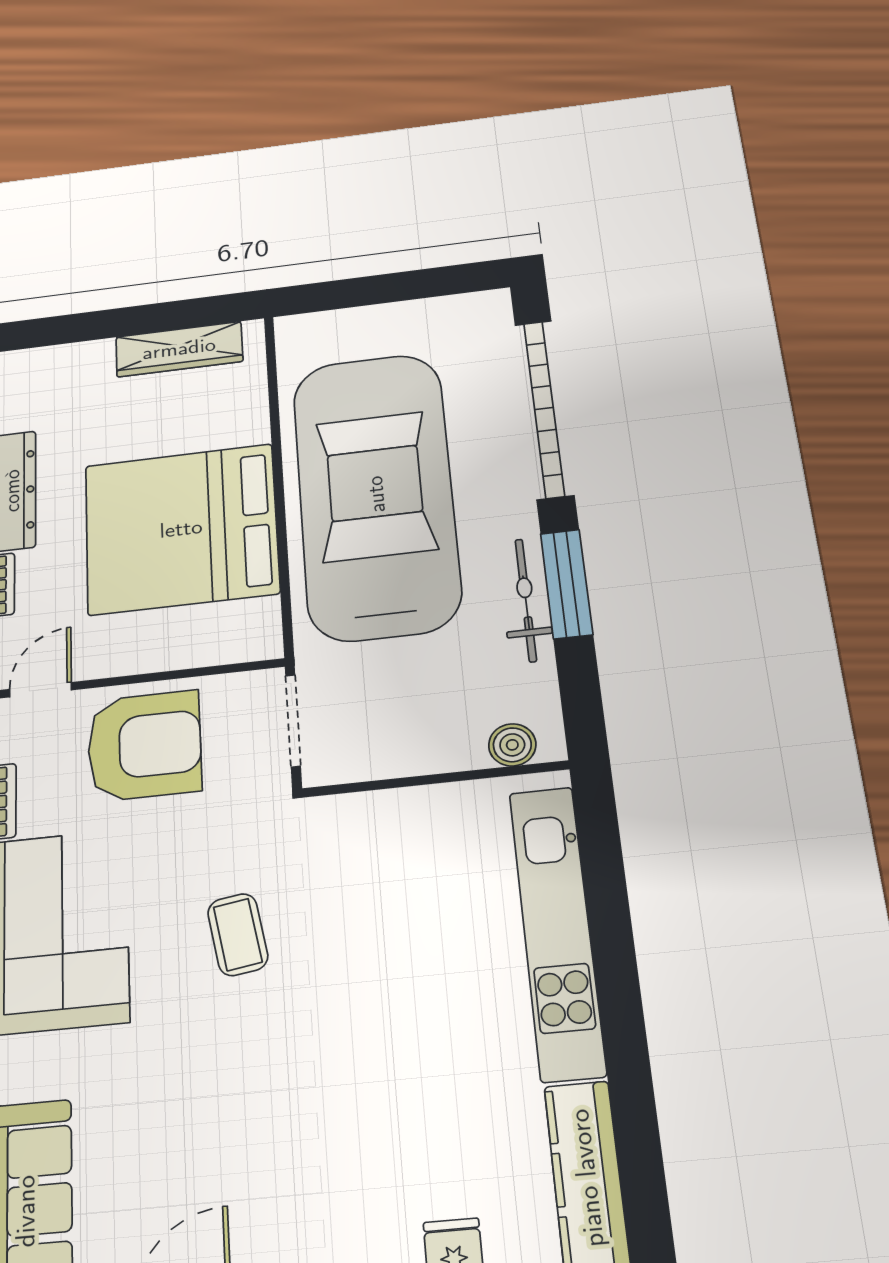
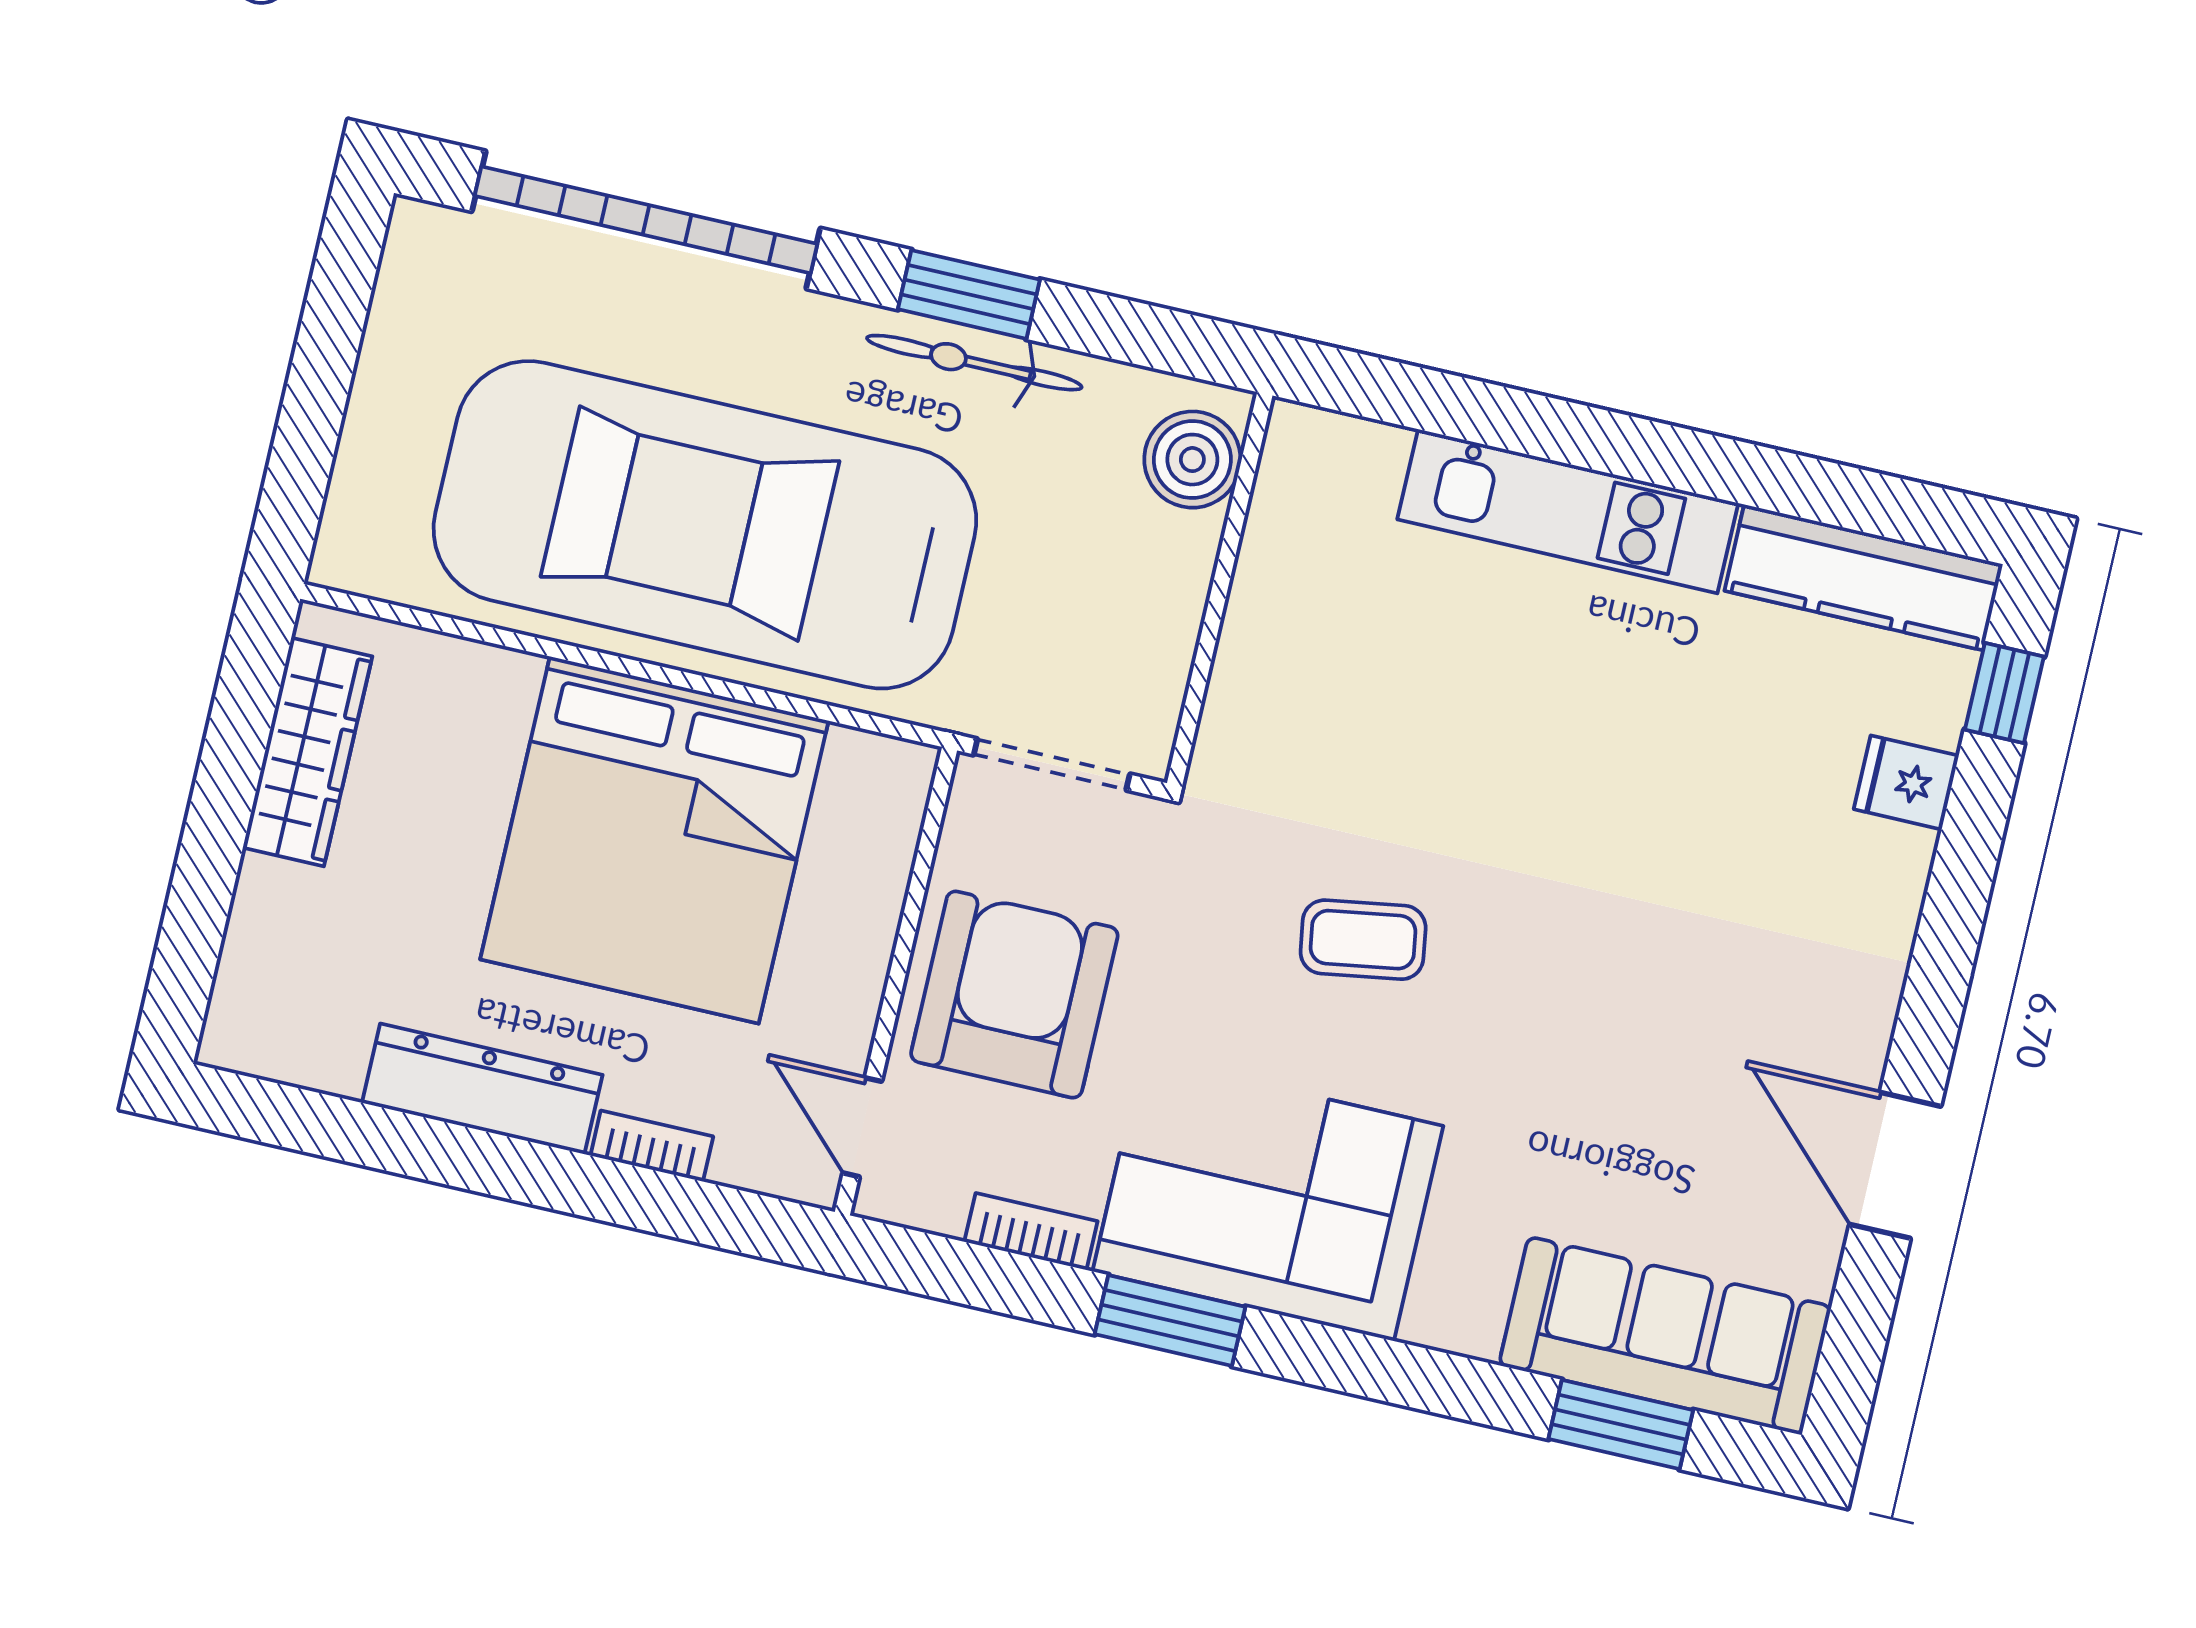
window: (566, 584) -> (969, 294), width x0.69
boiler: (512, 745) -> (1192, 460), width x1.36, depth x1.36
kitchen unit: (557, 931) -> (1568, 511), width x0.73

